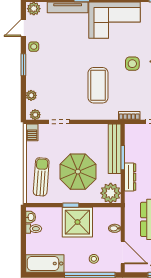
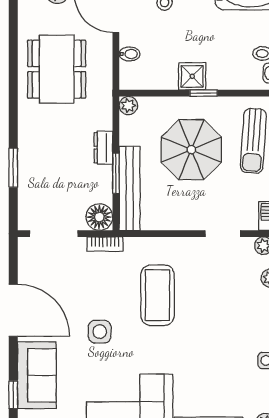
floor lamp: (133, 132) -> (99, 217), added
dresser: (130, 177) -> (103, 148), width x0.70
plant: (111, 193) -> (128, 106), width x0.53, depth x0.53
shower: (77, 222) -> (192, 76), width x0.54, depth x0.54

